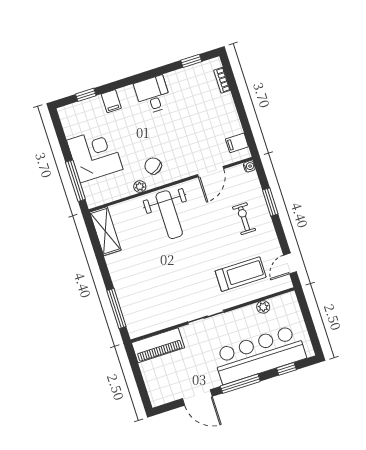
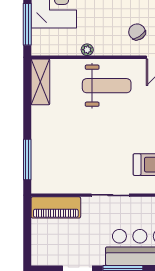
chair: (153, 166) -> (137, 32), moved
weight bench: (169, 215) -> (107, 86), turned -90

